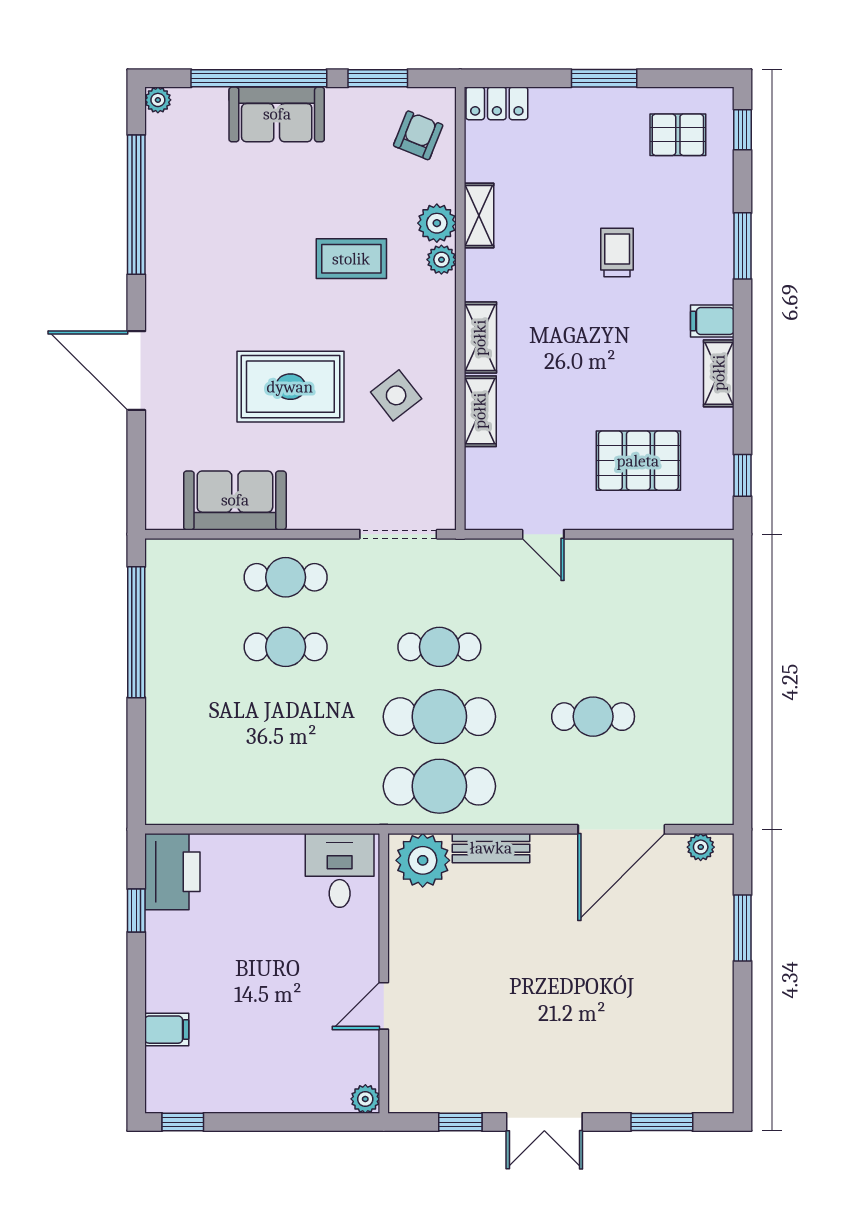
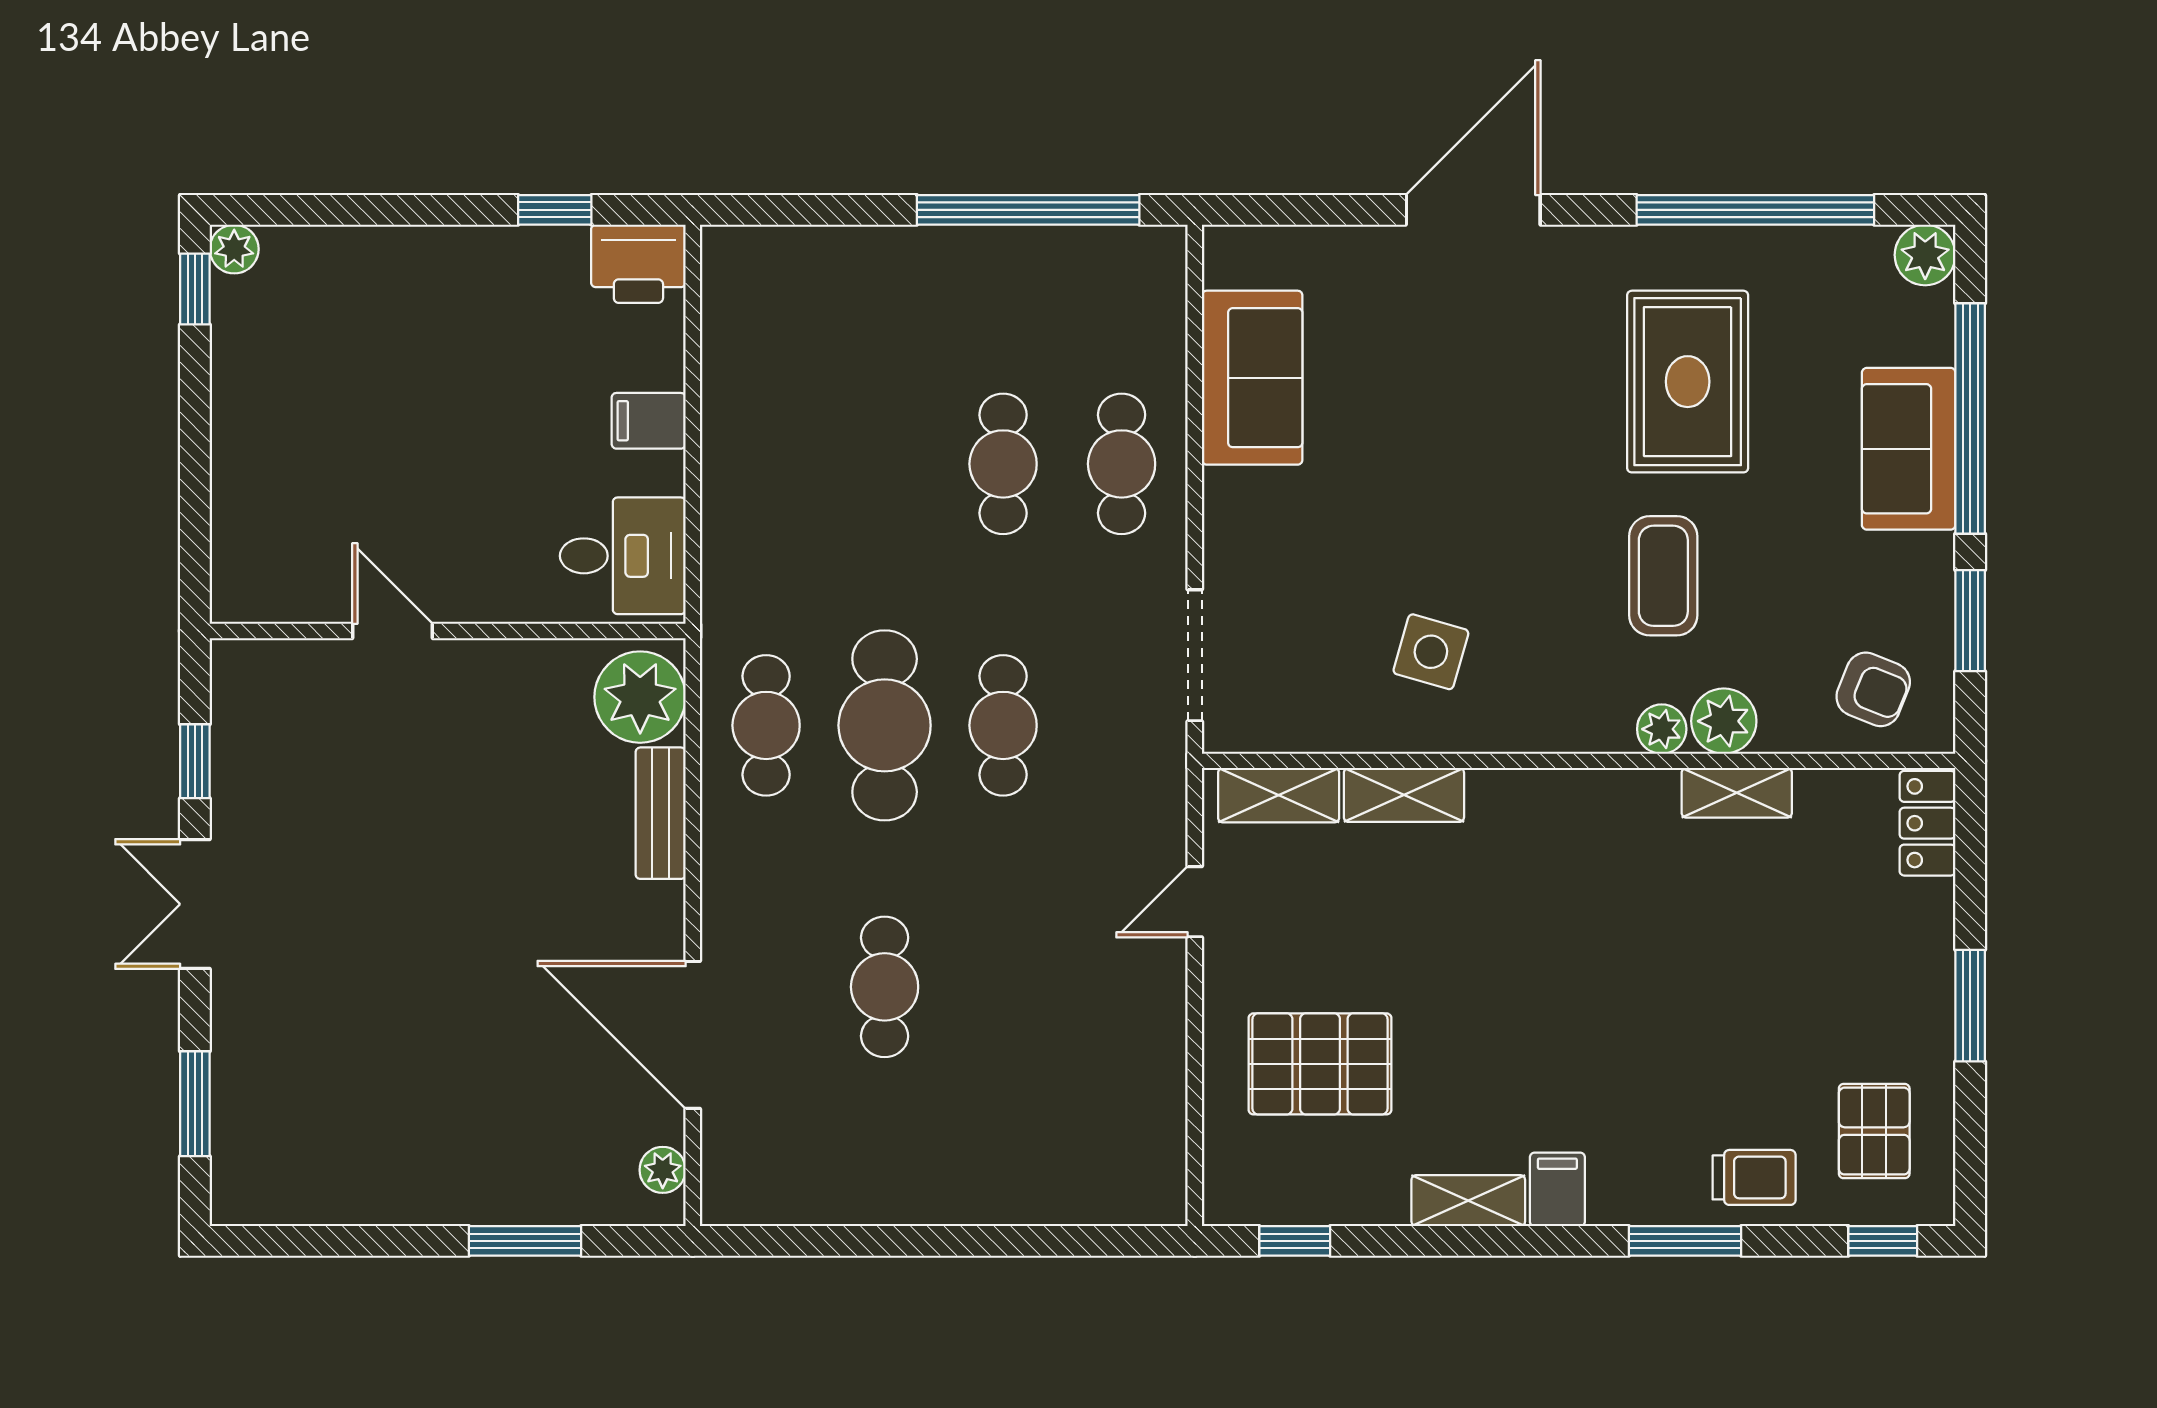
plant: (158, 100) -> (1925, 255), width x1.38, depth x1.38
trolley: (617, 253) -> (1754, 1177), moved
shelving: (480, 338) -> (1279, 795), moved
rug: (290, 387) -> (1688, 382), moved
side table: (396, 395) -> (1431, 652), turned -36
pallet: (638, 461) -> (1320, 1064), turned 90
cafe table: (439, 786) -> (766, 725), width x0.73, depth x0.74
printer: (172, 872) -> (638, 264), width x0.73, depth x0.84
filing cabinet: (167, 1030) -> (649, 421), moved, turned 90
plant: (365, 1099) -> (234, 249), moved

